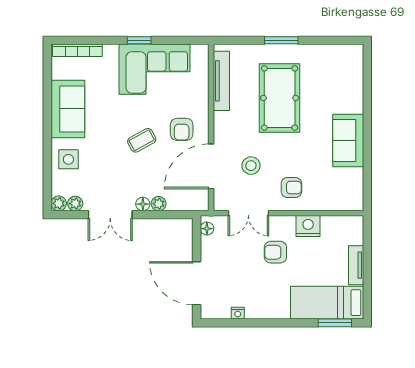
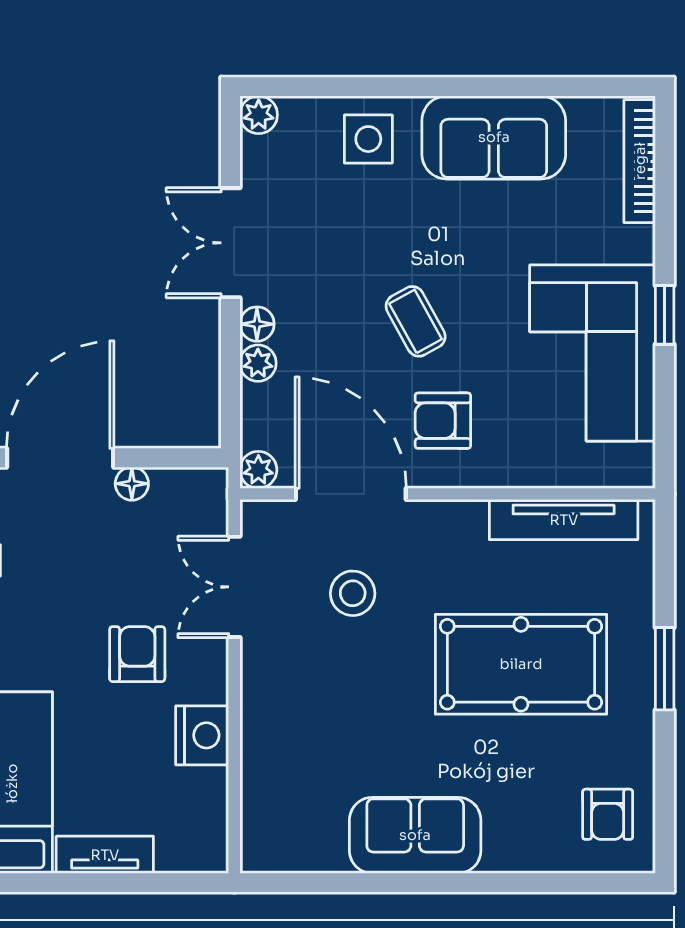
armchair: (291, 188) -> (608, 814), moved
plant: (75, 204) -> (258, 470), moved
floor lamp: (207, 229) -> (132, 484), moved

